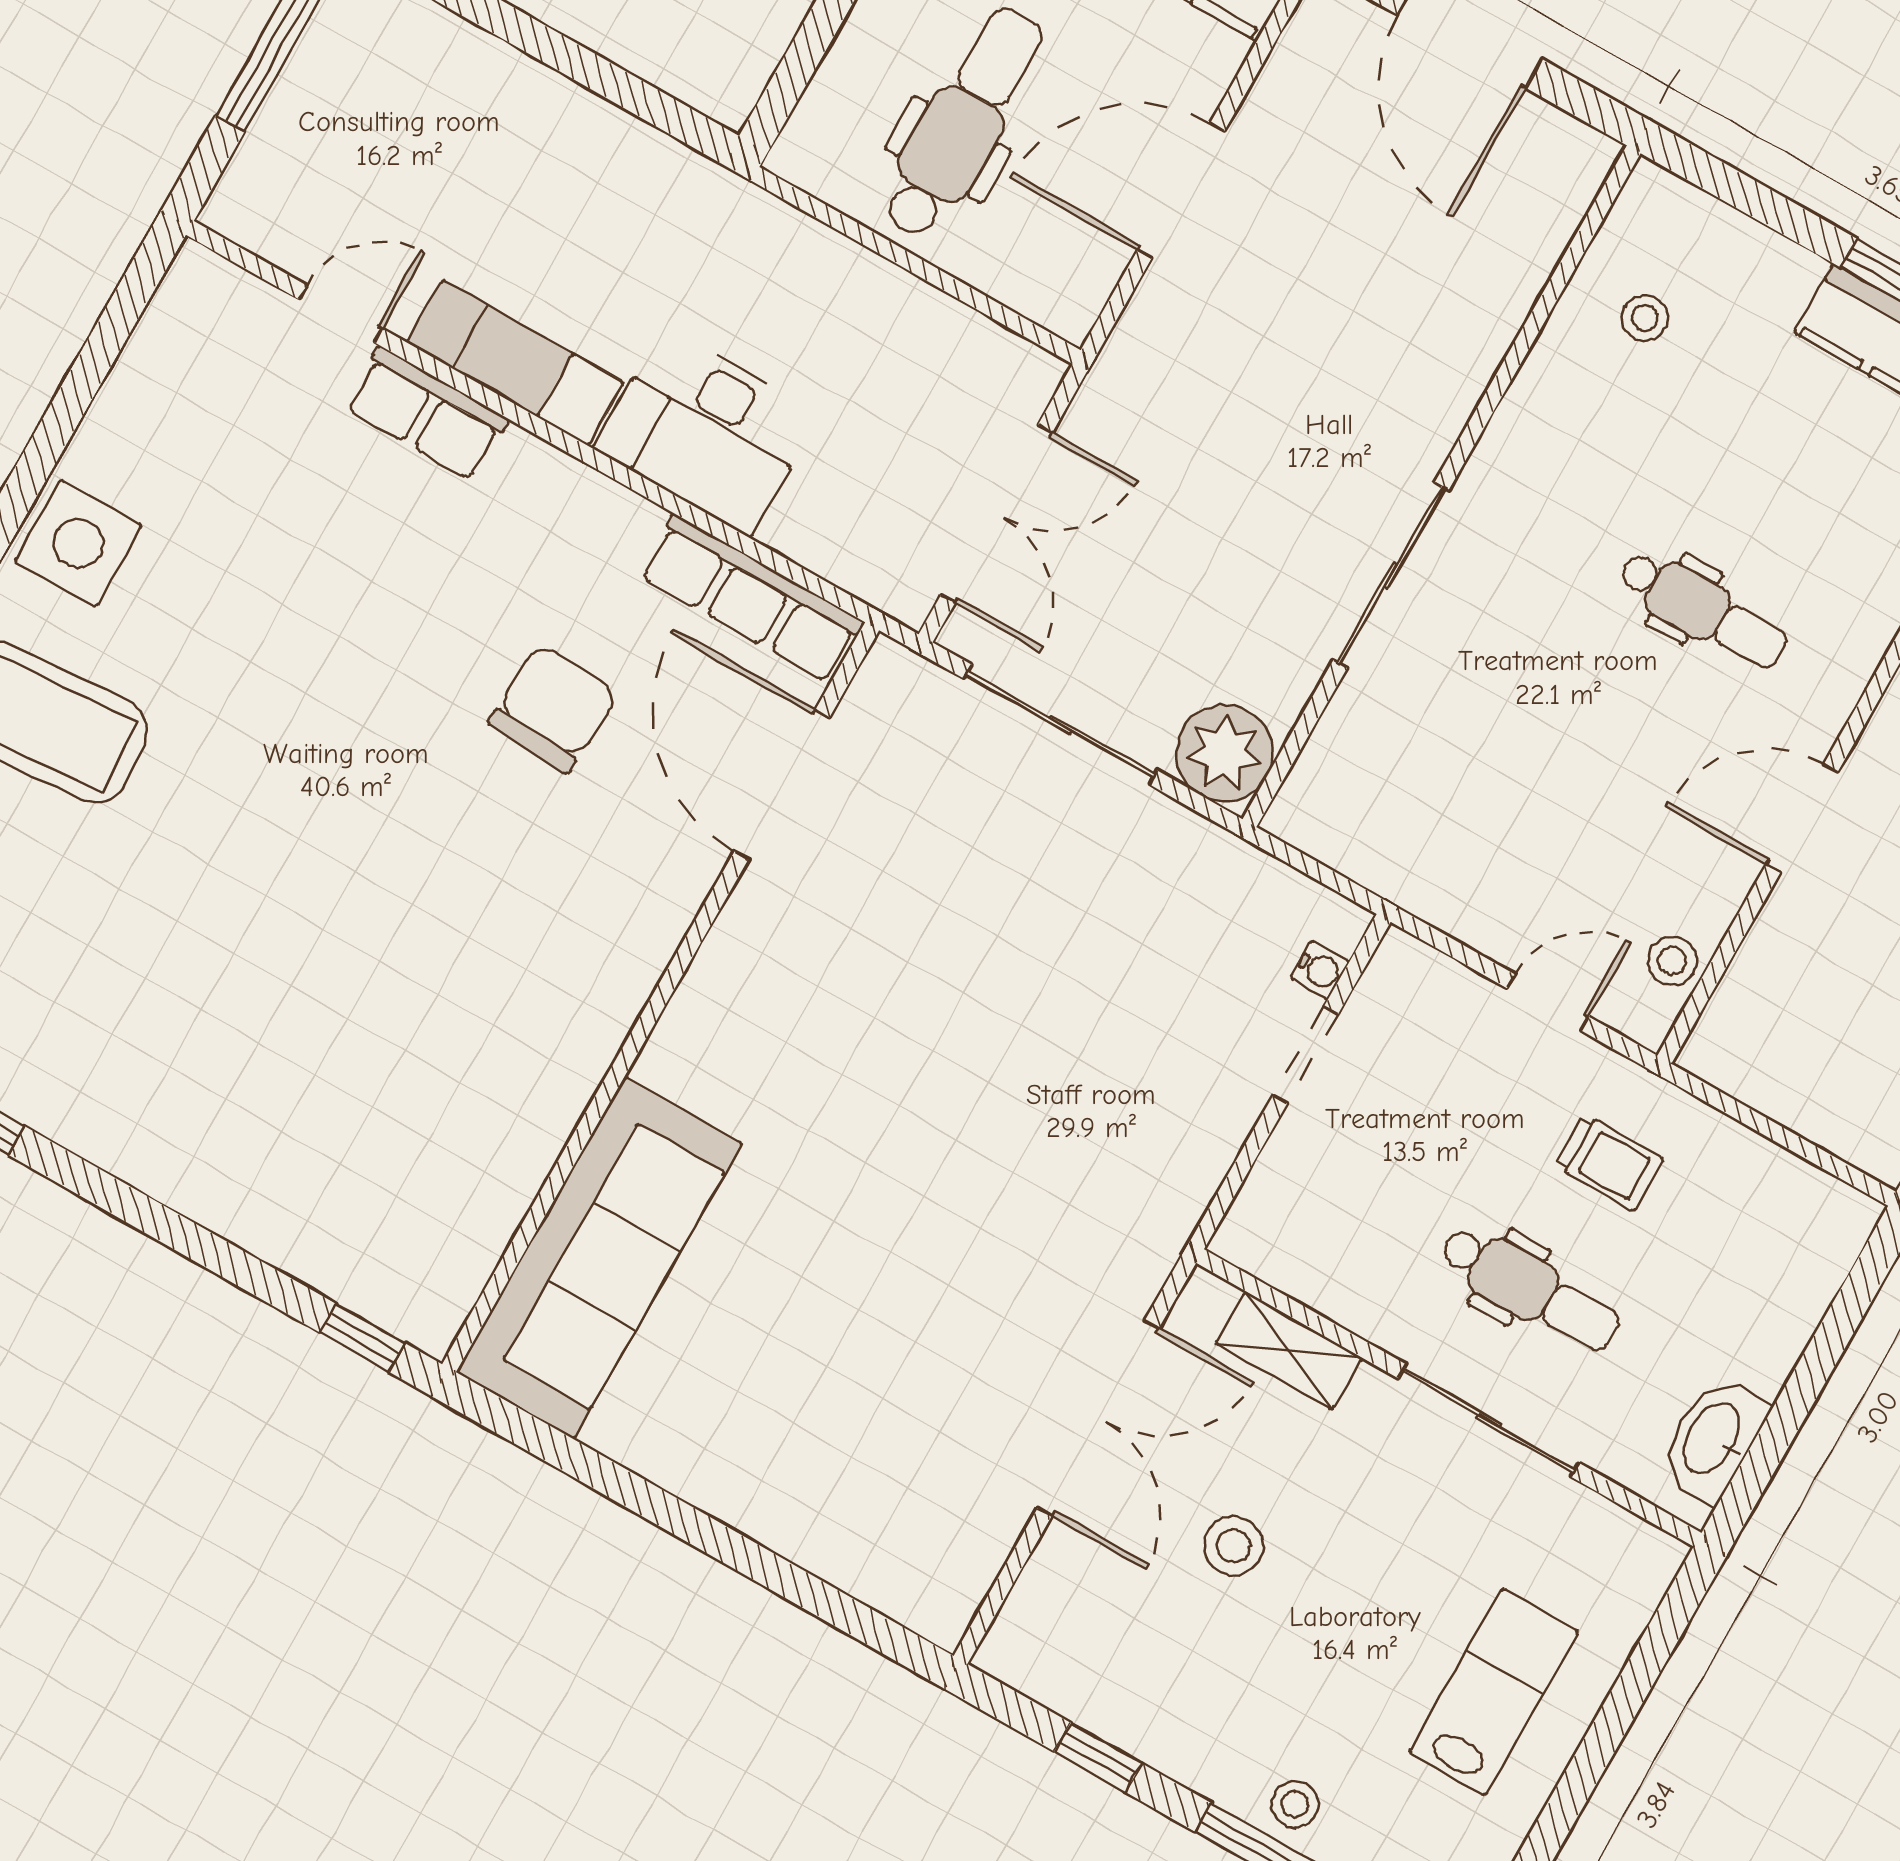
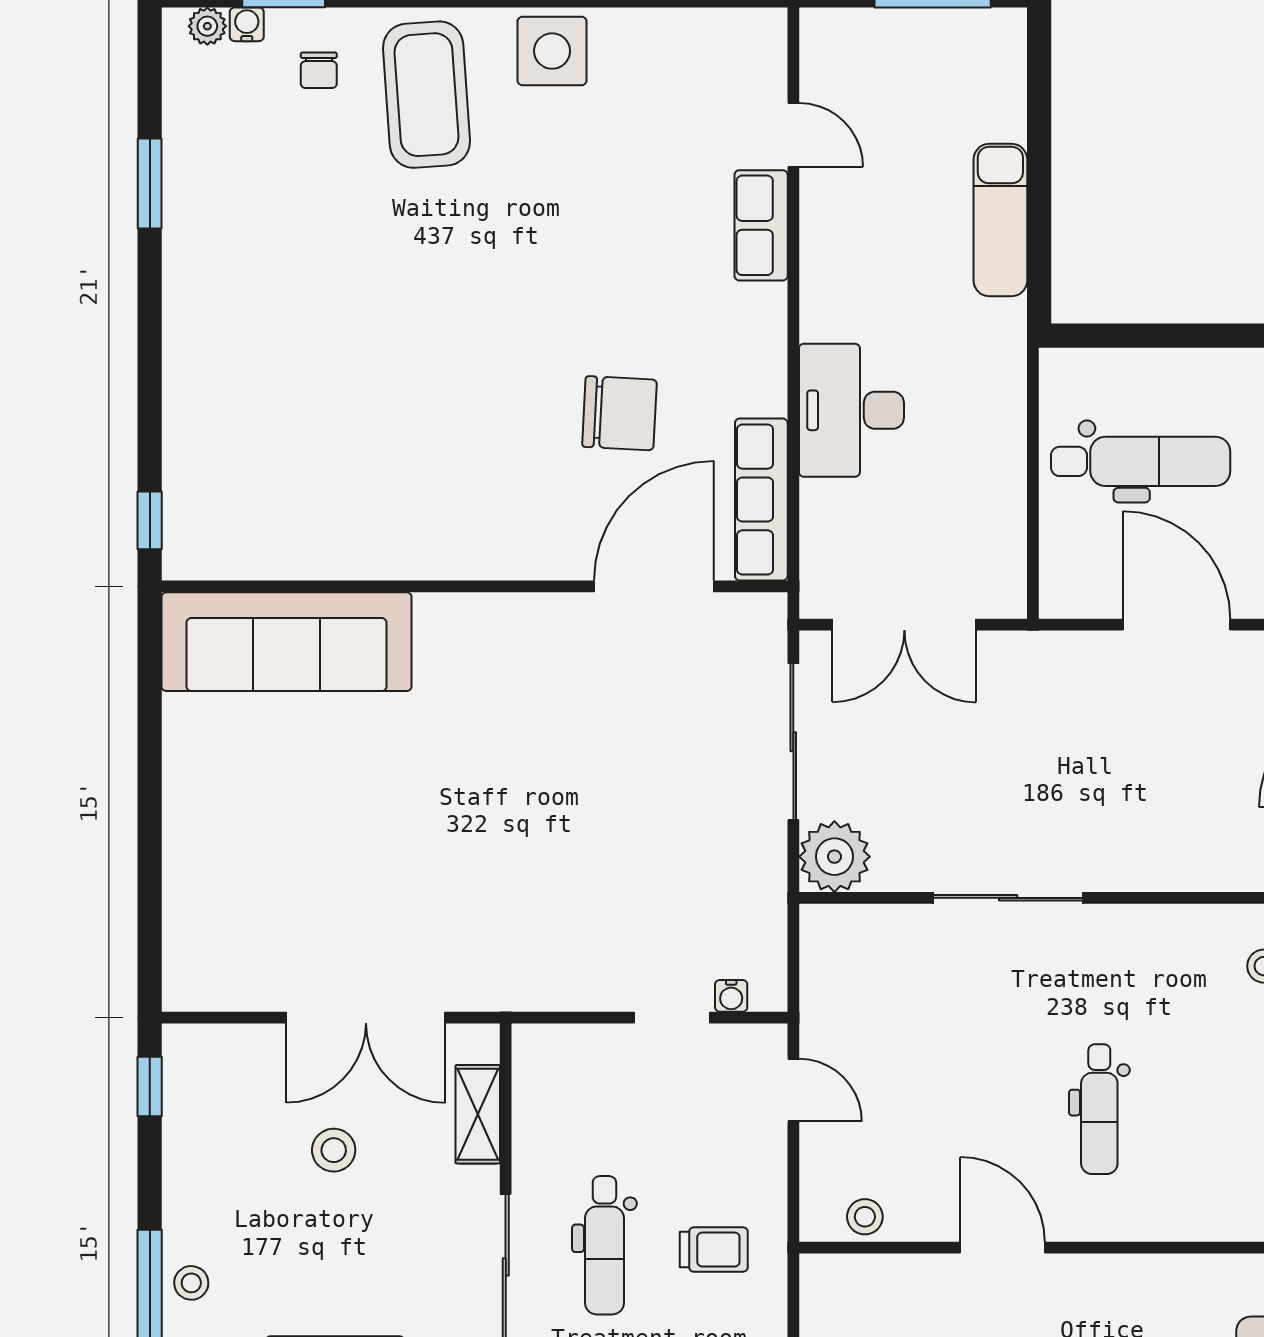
exam couch: (515, 362) -> (1000, 220), moved, turned 180
door: (1548, 1002) -> (793, 1090), moved
trolley: (1609, 1162) -> (714, 1250), turned -90
window: (1098, 1757) -> (150, 1086), moved

